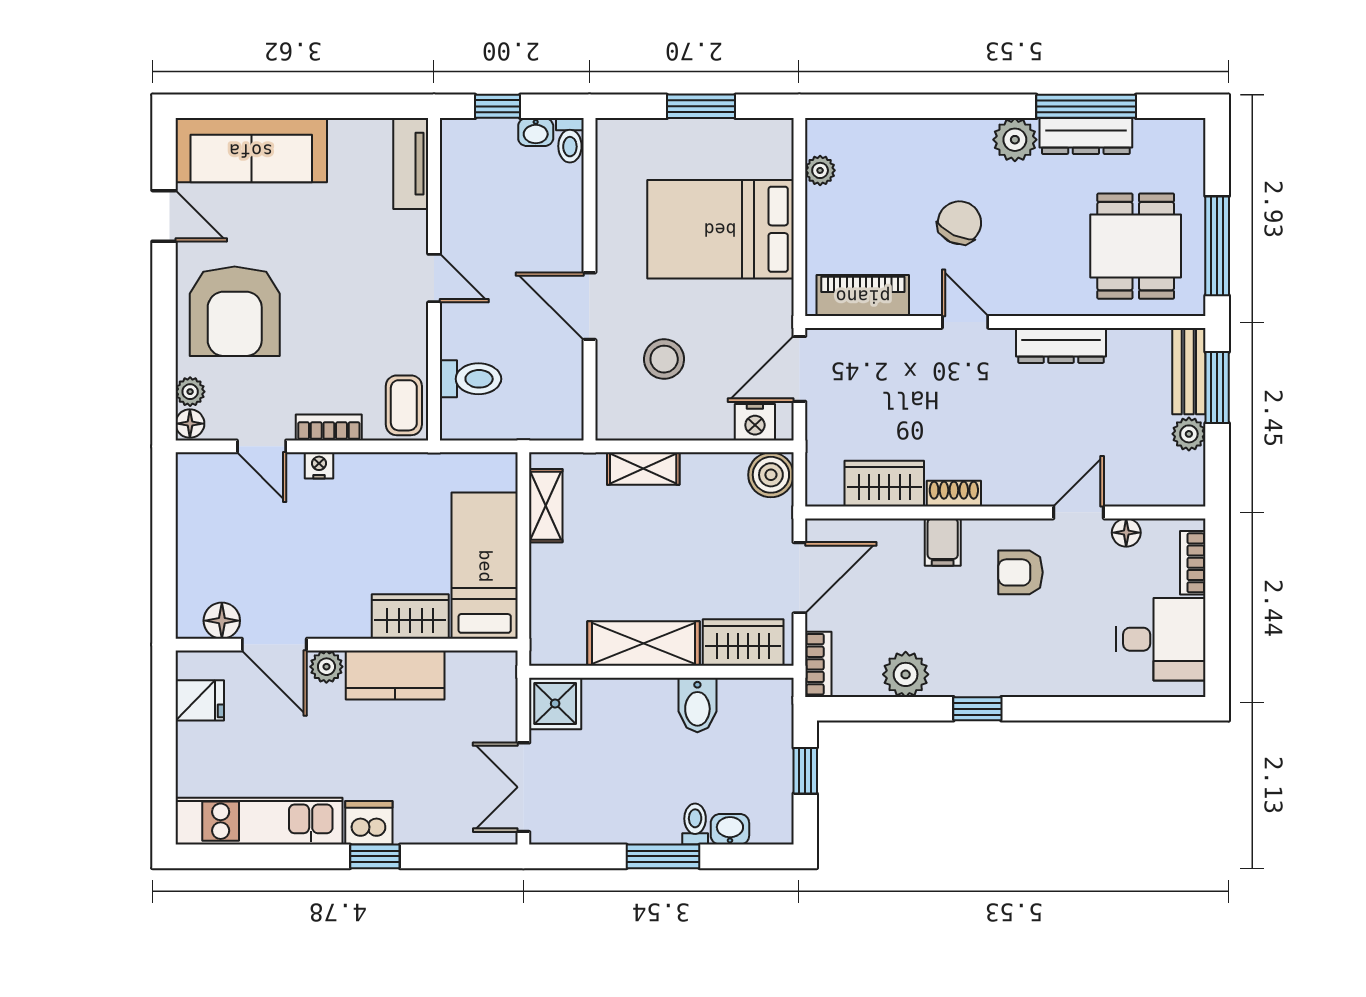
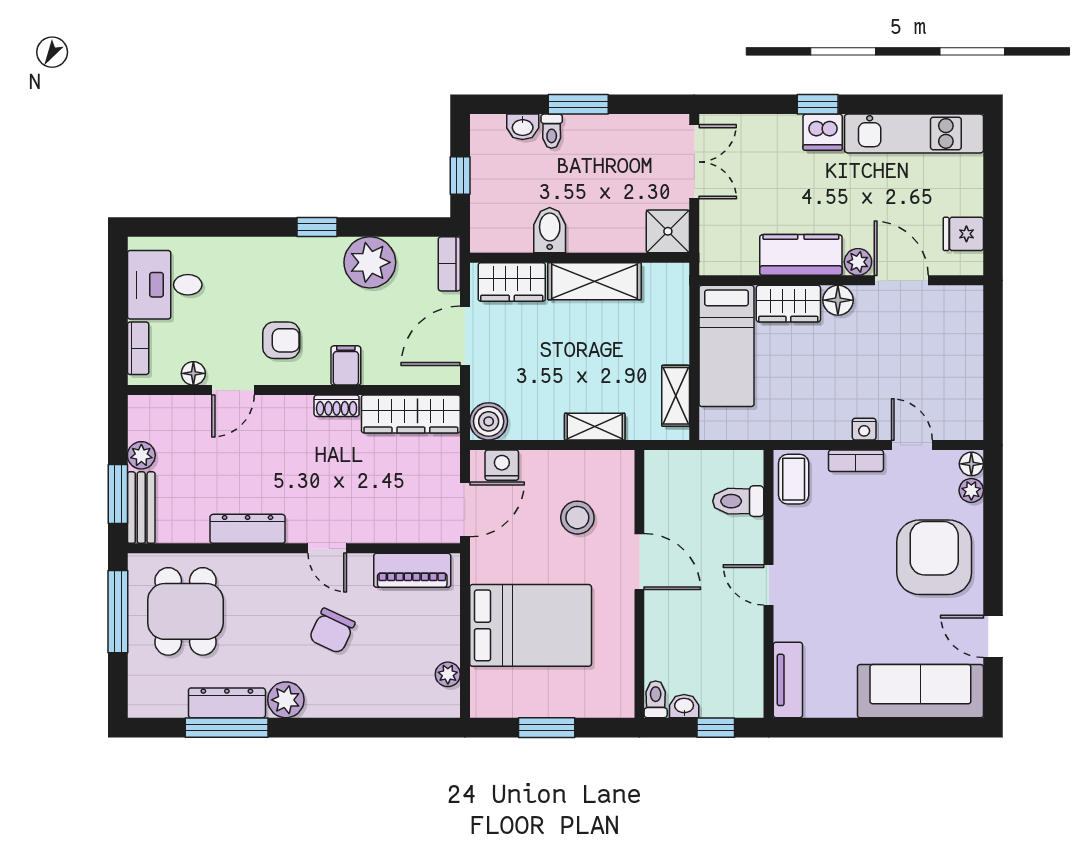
wardrobe: (884, 484) -> (411, 414), width x1.50
floor lamp: (222, 621) -> (838, 300), moved
plant: (906, 674) -> (370, 262), width x1.36, depth x1.36

